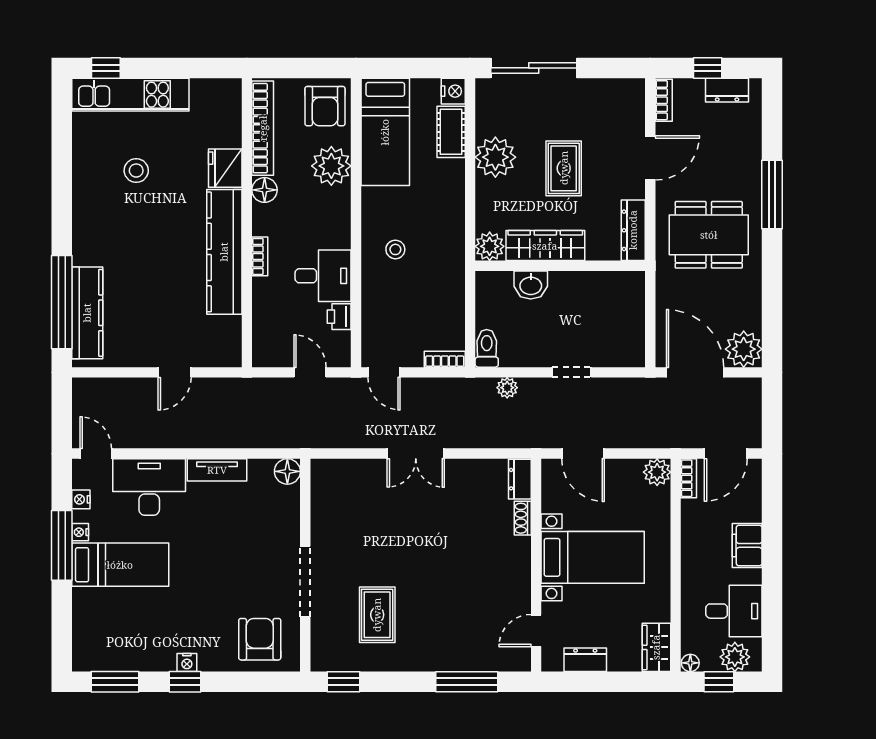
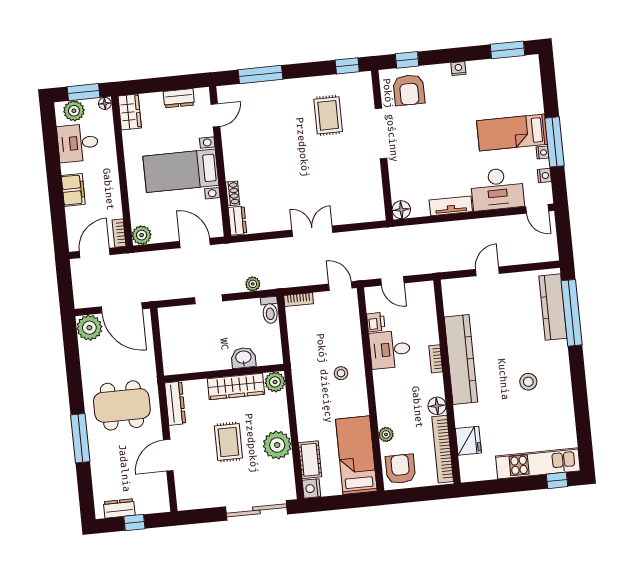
bookcase: (664, 100) -> (163, 497), removed
plant: (331, 166) -> (386, 434), width x0.53, depth x0.53
fridge: (225, 168) -> (468, 441), moved
stool: (136, 171) -> (528, 382), moved
window: (185, 682) -> (407, 60), moved
window: (719, 682) -> (83, 92), width x1.50

